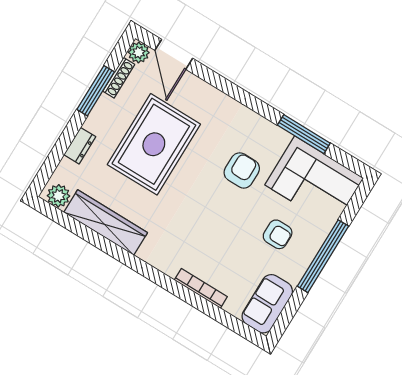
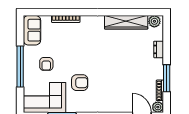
rug: (154, 144) -> (126, 70), removed
armchair: (242, 170) -> (80, 83), turned -90
armchair: (278, 234) -> (46, 64), turned -90

